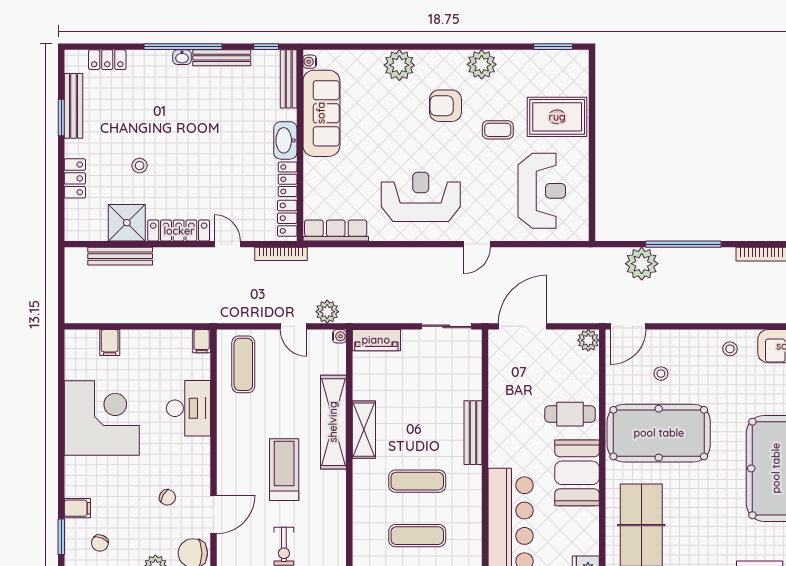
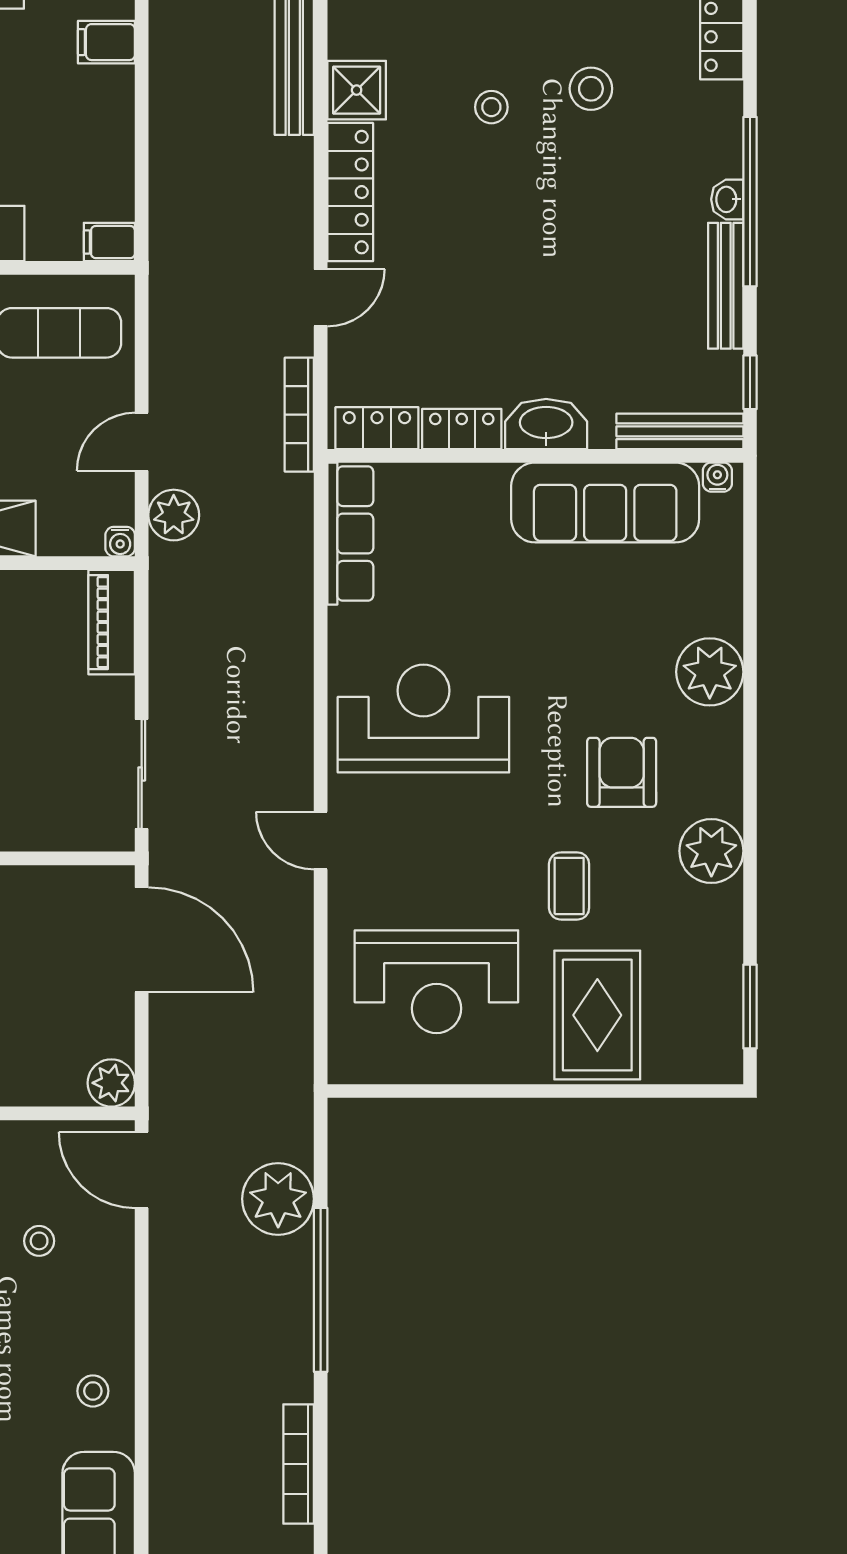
stool: (131, 120) -> (591, 89), added
reception desk: (421, 197) -> (423, 719), turned -90
shower: (127, 223) -> (357, 90), width x0.73, depth x0.73

